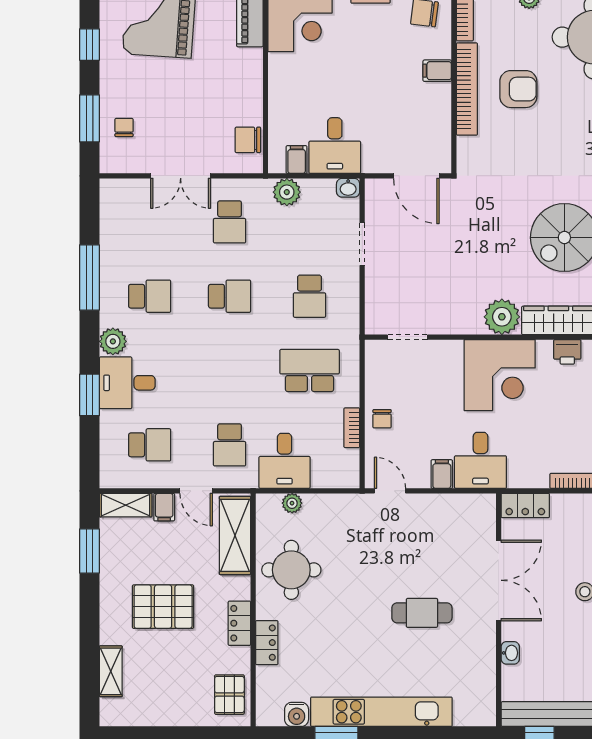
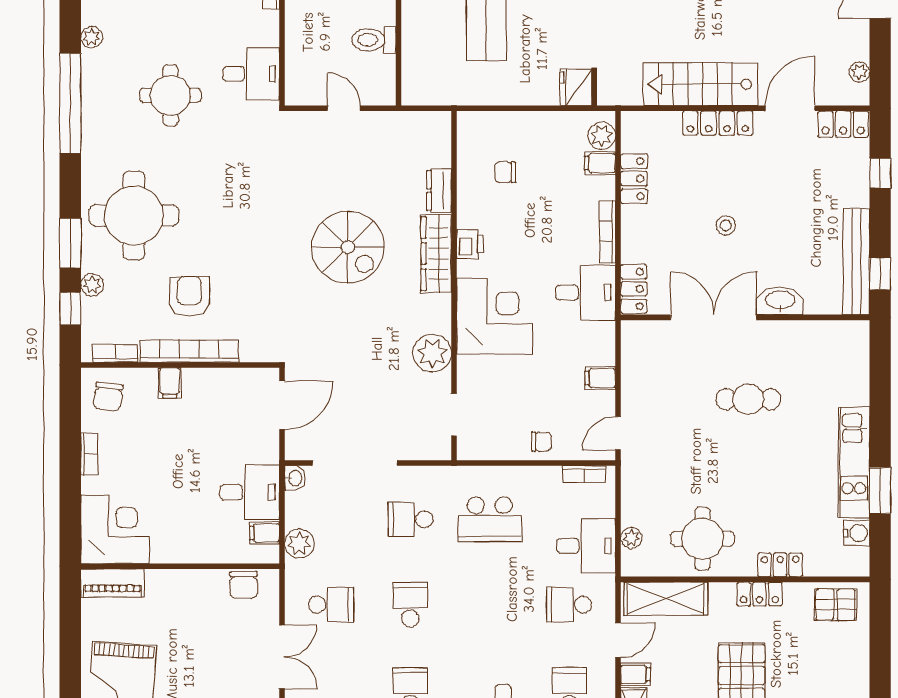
doorway: (362, 244) -> (355, 463), width x1.87
school desk: (310, 296) -> (410, 519), turned 180
plant: (502, 317) -> (432, 353), moved
school desk: (310, 371) -> (490, 519), turned -90
bookcase: (352, 428) -> (584, 474), moved
school desk: (230, 445) -> (569, 605), turned 180
desk: (480, 460) -> (586, 293), moved
cafe table: (422, 613) -> (748, 399), turned 90
washbasin: (510, 653) -> (780, 301), width x1.91, depth x1.45
kitchen unit: (381, 712) -> (854, 463), width x0.73

